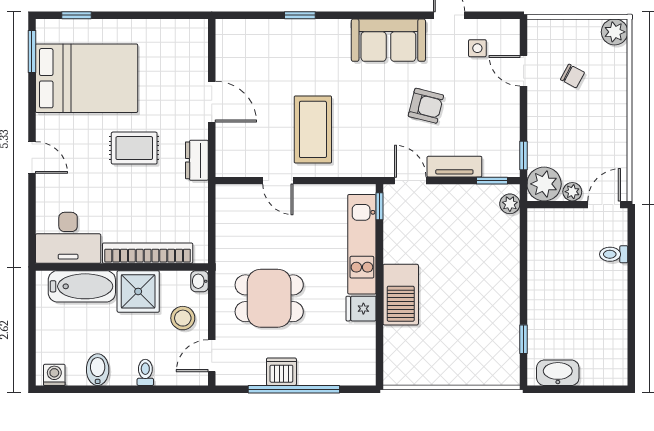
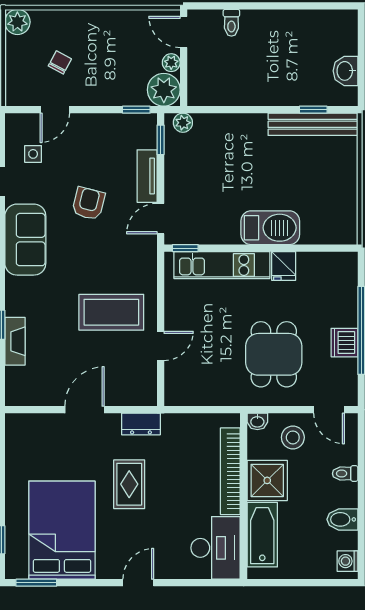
fireplace: (283, 29) -> (15, 341), added
bench: (508, 339) -> (313, 124), added
washbasin: (558, 373) -> (345, 71), width x0.72

